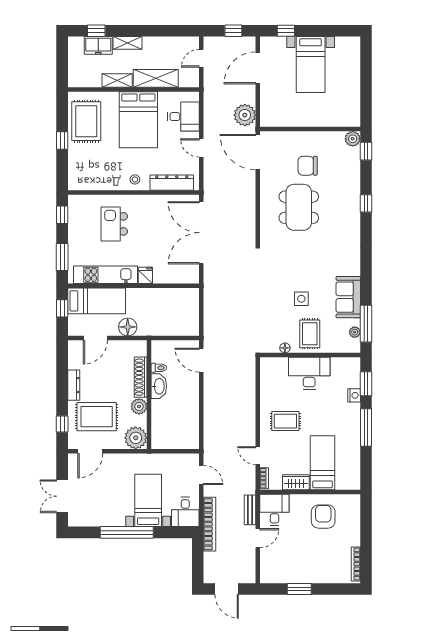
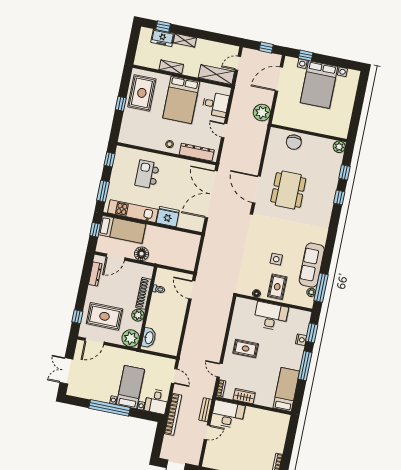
bed with nightstands: (311, 64) -> (319, 85), width x1.36
shelving: (156, 78) -> (216, 75), moved
window: (366, 151) -> (344, 172), moved
door: (258, 152) -> (256, 189), moved
chair: (308, 166) -> (294, 142), moved, turned -93
fridge: (145, 275) -> (168, 217), width x1.88, depth x1.34
sofa: (348, 297) -> (312, 265), width x1.36
dresser: (74, 385) -> (95, 274), moved
washbasin: (159, 386) -> (149, 338), moved
bed: (323, 463) -> (286, 389), moved
desk: (274, 510) -> (228, 414), width x1.37
armchair: (323, 517) -> (259, 426), removed

